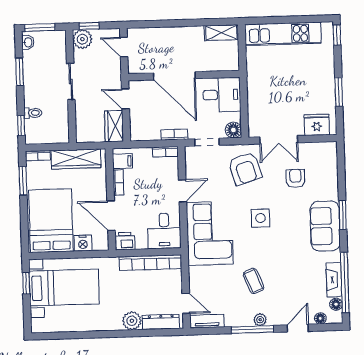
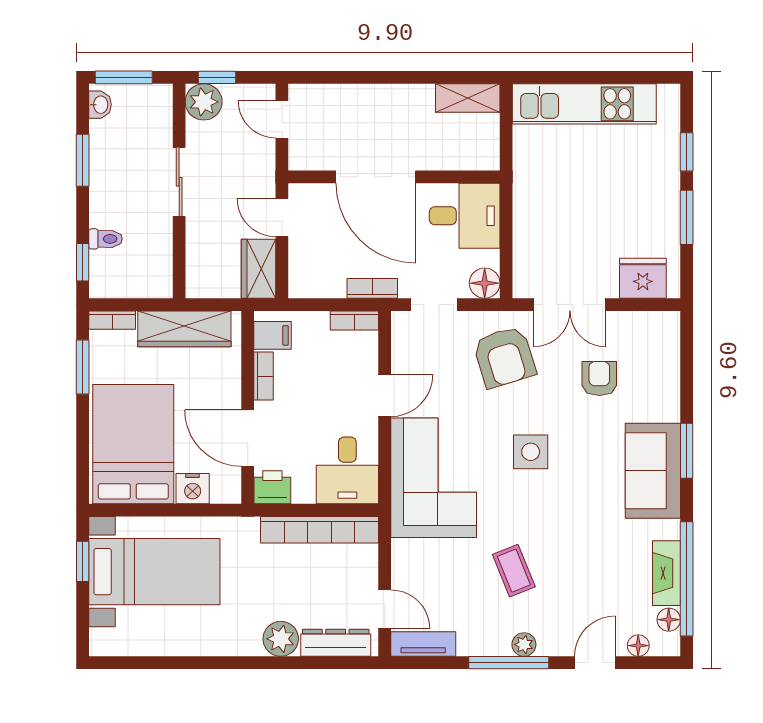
window: (337, 35) -> (687, 152), moved

